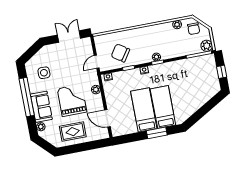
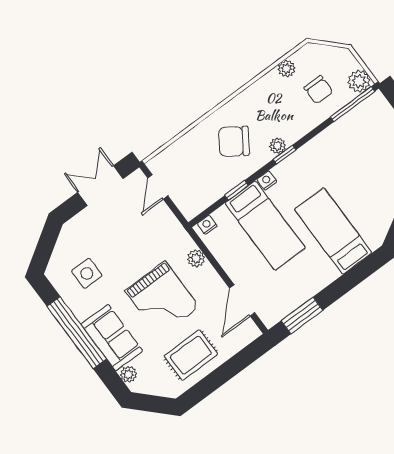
chair: (194, 29) -> (318, 90), moved
chair: (120, 53) -> (234, 141), moved
door: (97, 62) -> (158, 187), moved
grand piano: (72, 100) -> (162, 299), turned 180
bed: (144, 110) -> (265, 225), moved, turned 180
door: (107, 118) -> (242, 301), hinge flipped
window: (157, 133) -> (302, 315), moved

